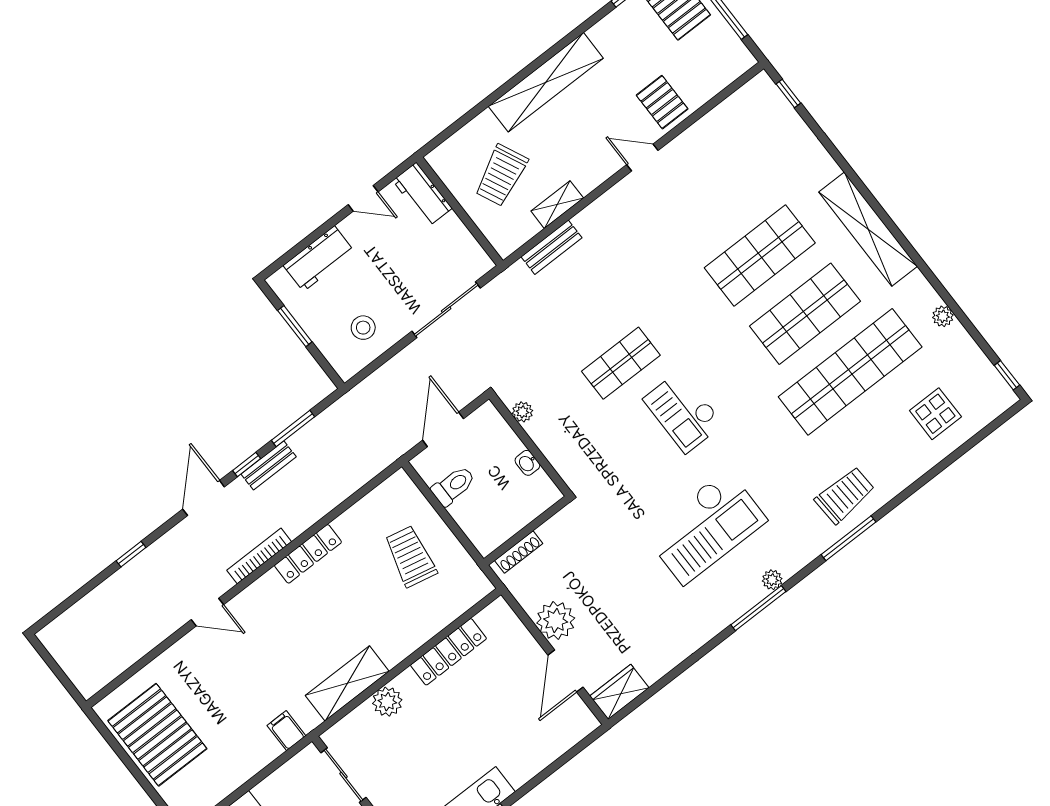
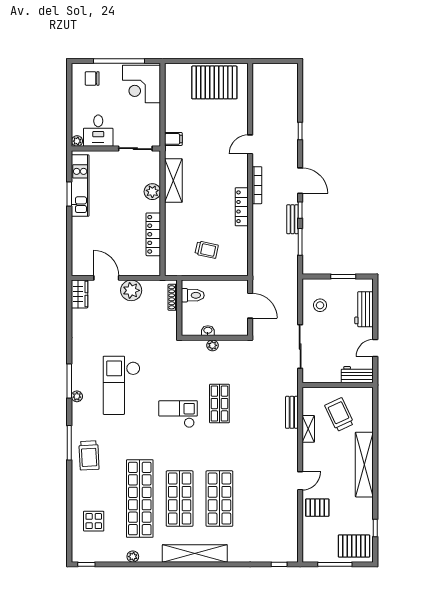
plant: (522, 412) -> (213, 345), moved
toilet: (453, 486) -> (193, 295), moved, turned -90
trolley: (411, 556) -> (207, 250), width x0.73, depth x0.72

